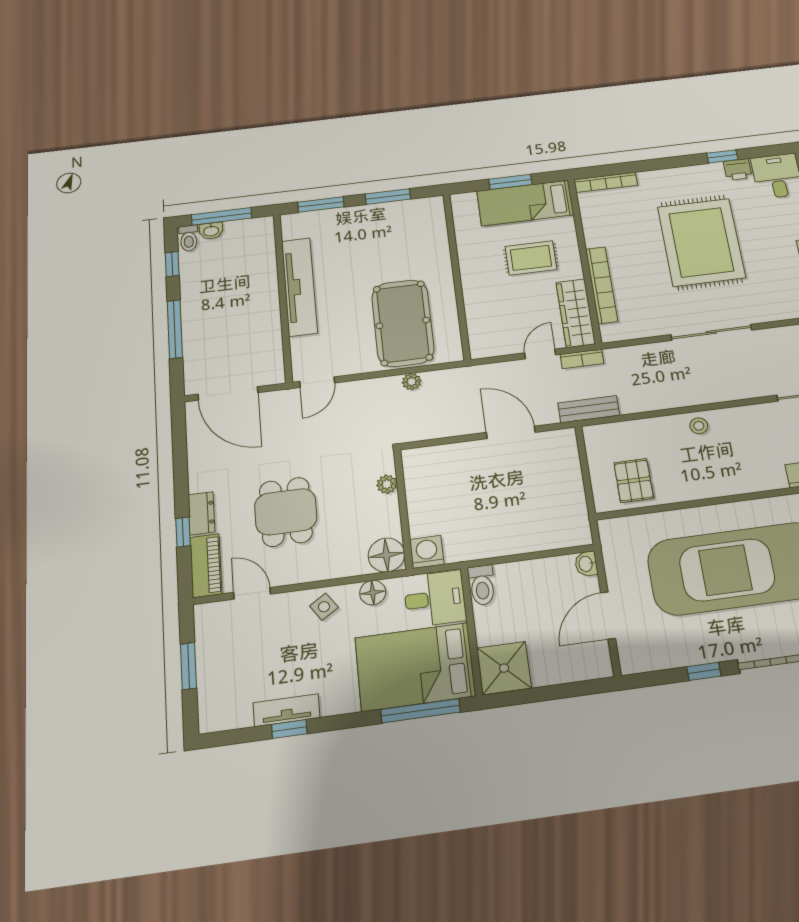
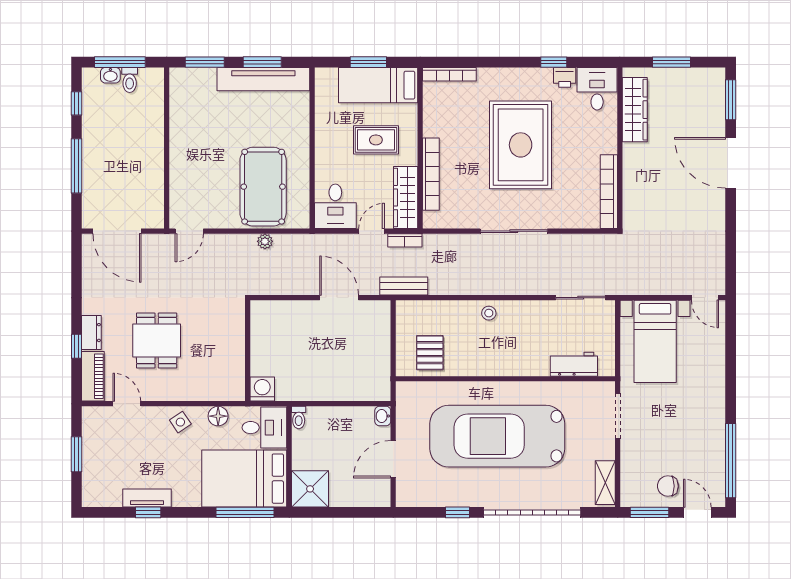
toilet: (189, 238) -> (130, 80), moved
tv unit: (299, 287) -> (263, 79), moved, turned 90
desk: (492, 333) -> (335, 206), added
plant: (387, 484) -> (237, 328), removed
floor lamp: (386, 555) -> (231, 387), removed
toilet: (482, 585) -> (299, 418), width x0.73, depth x0.72

